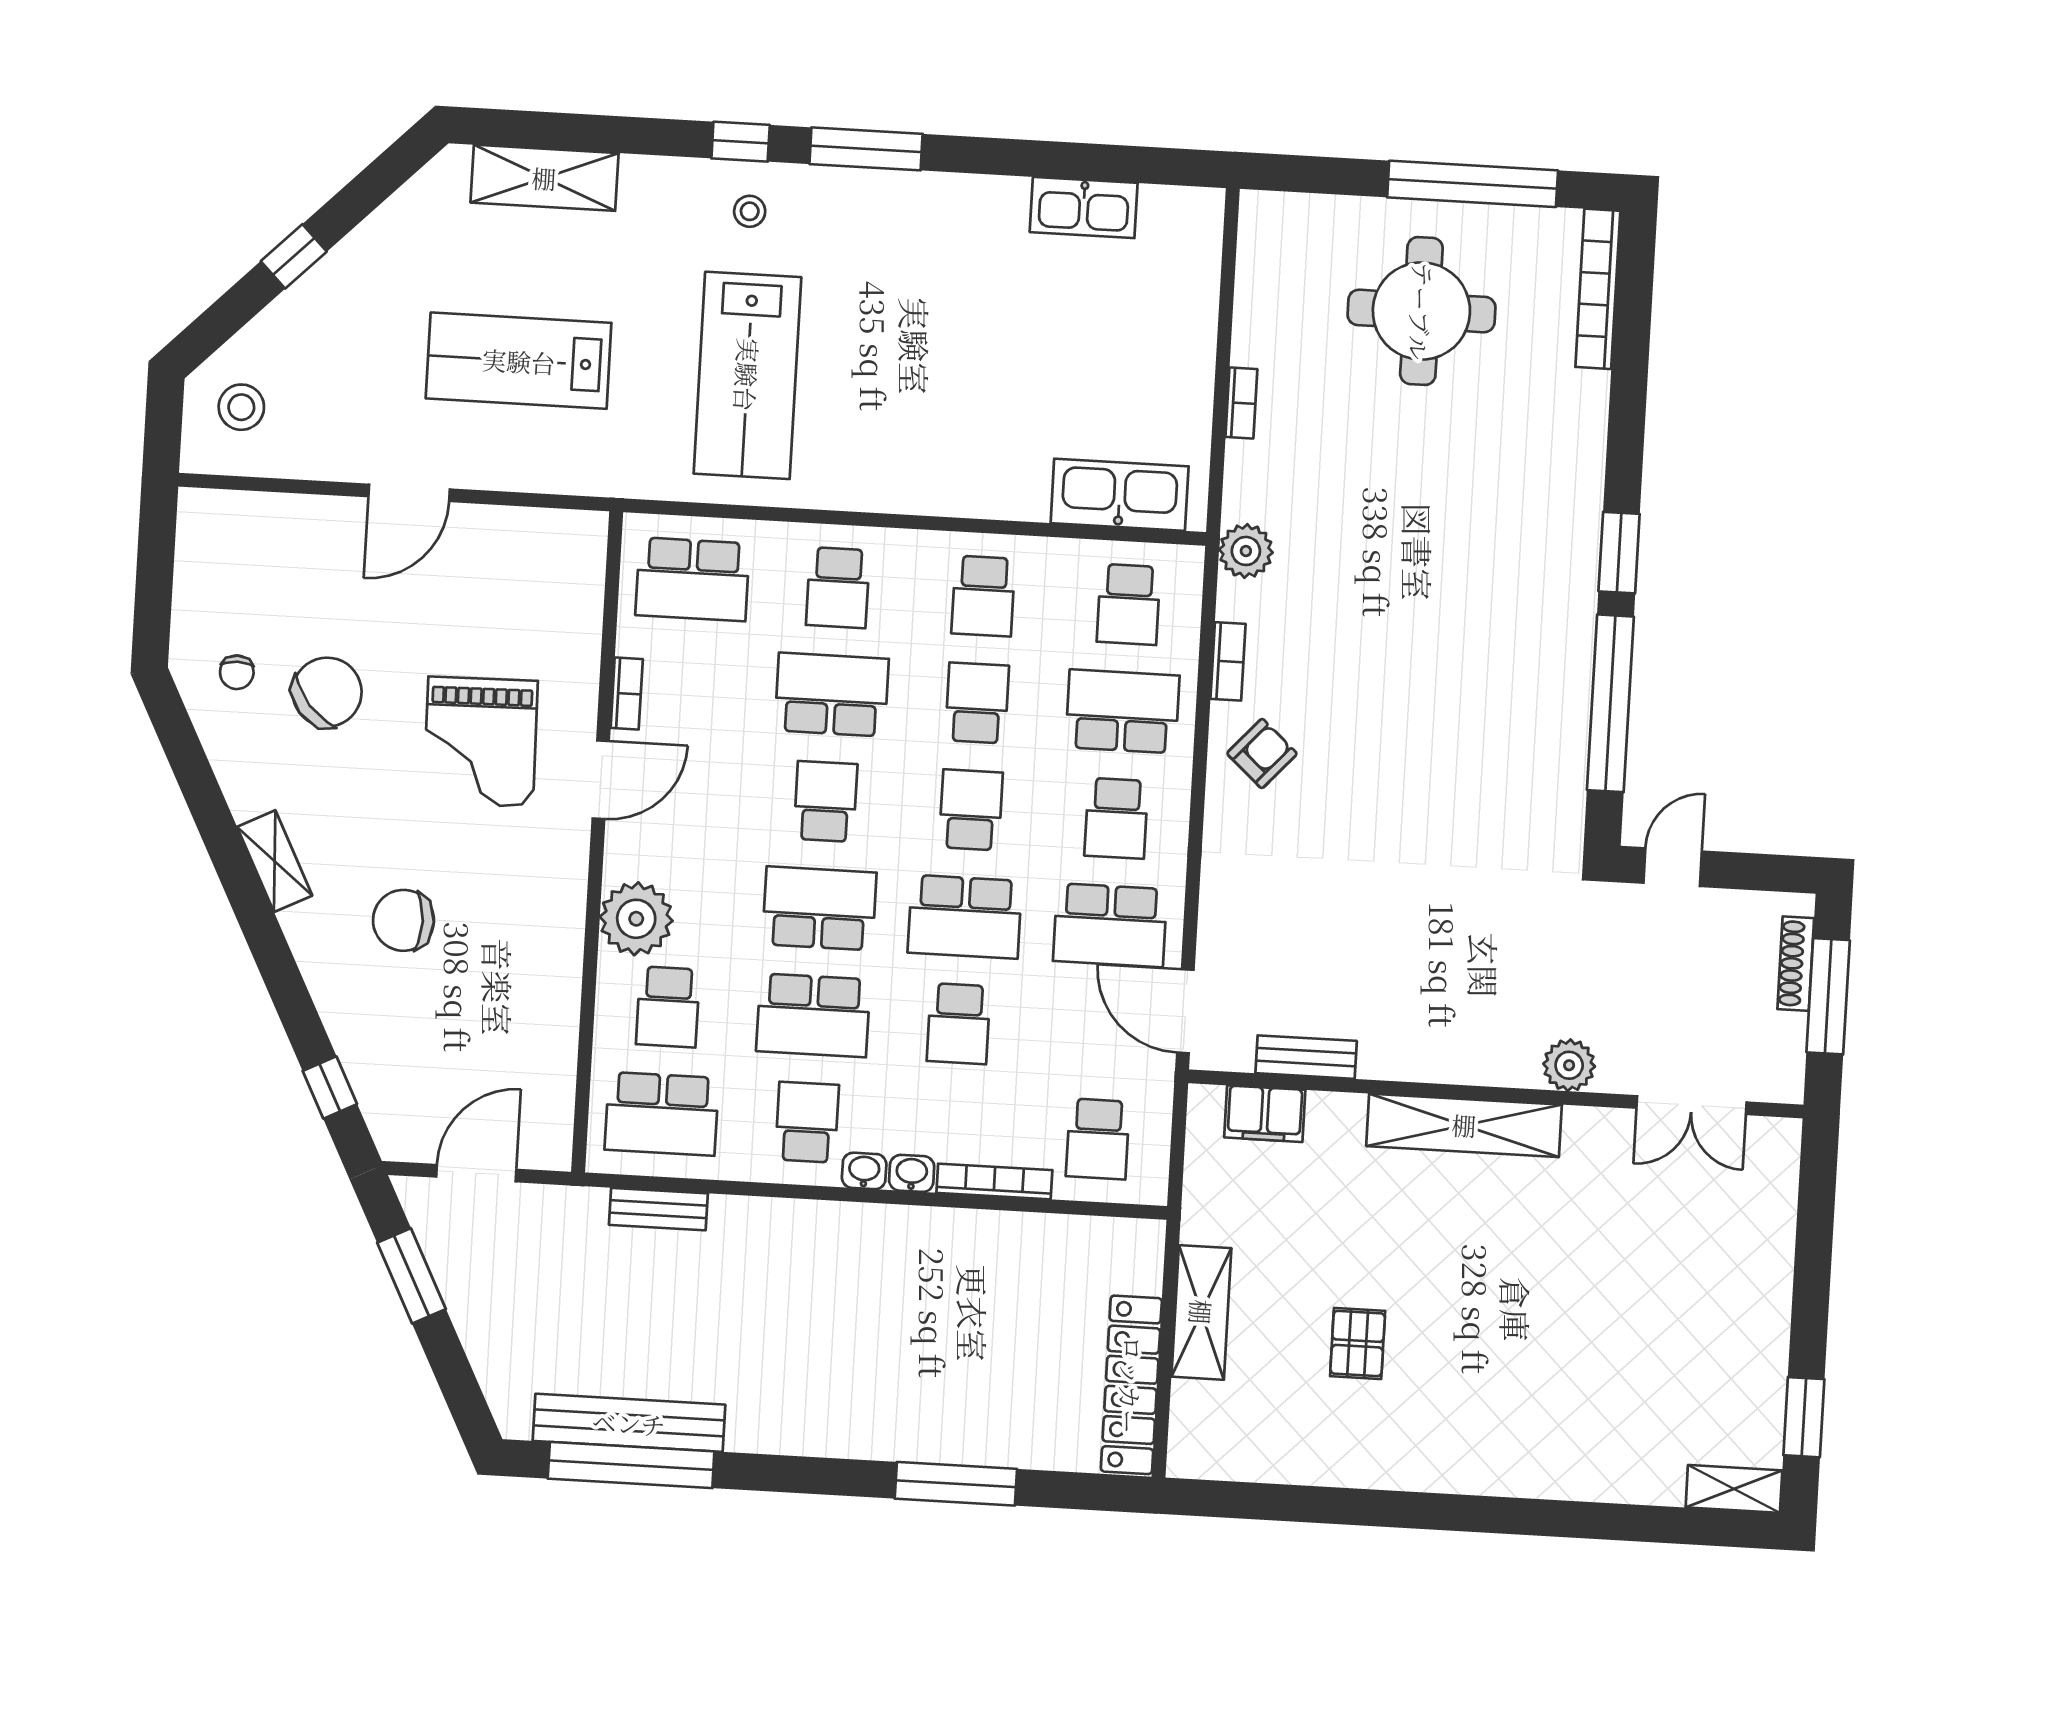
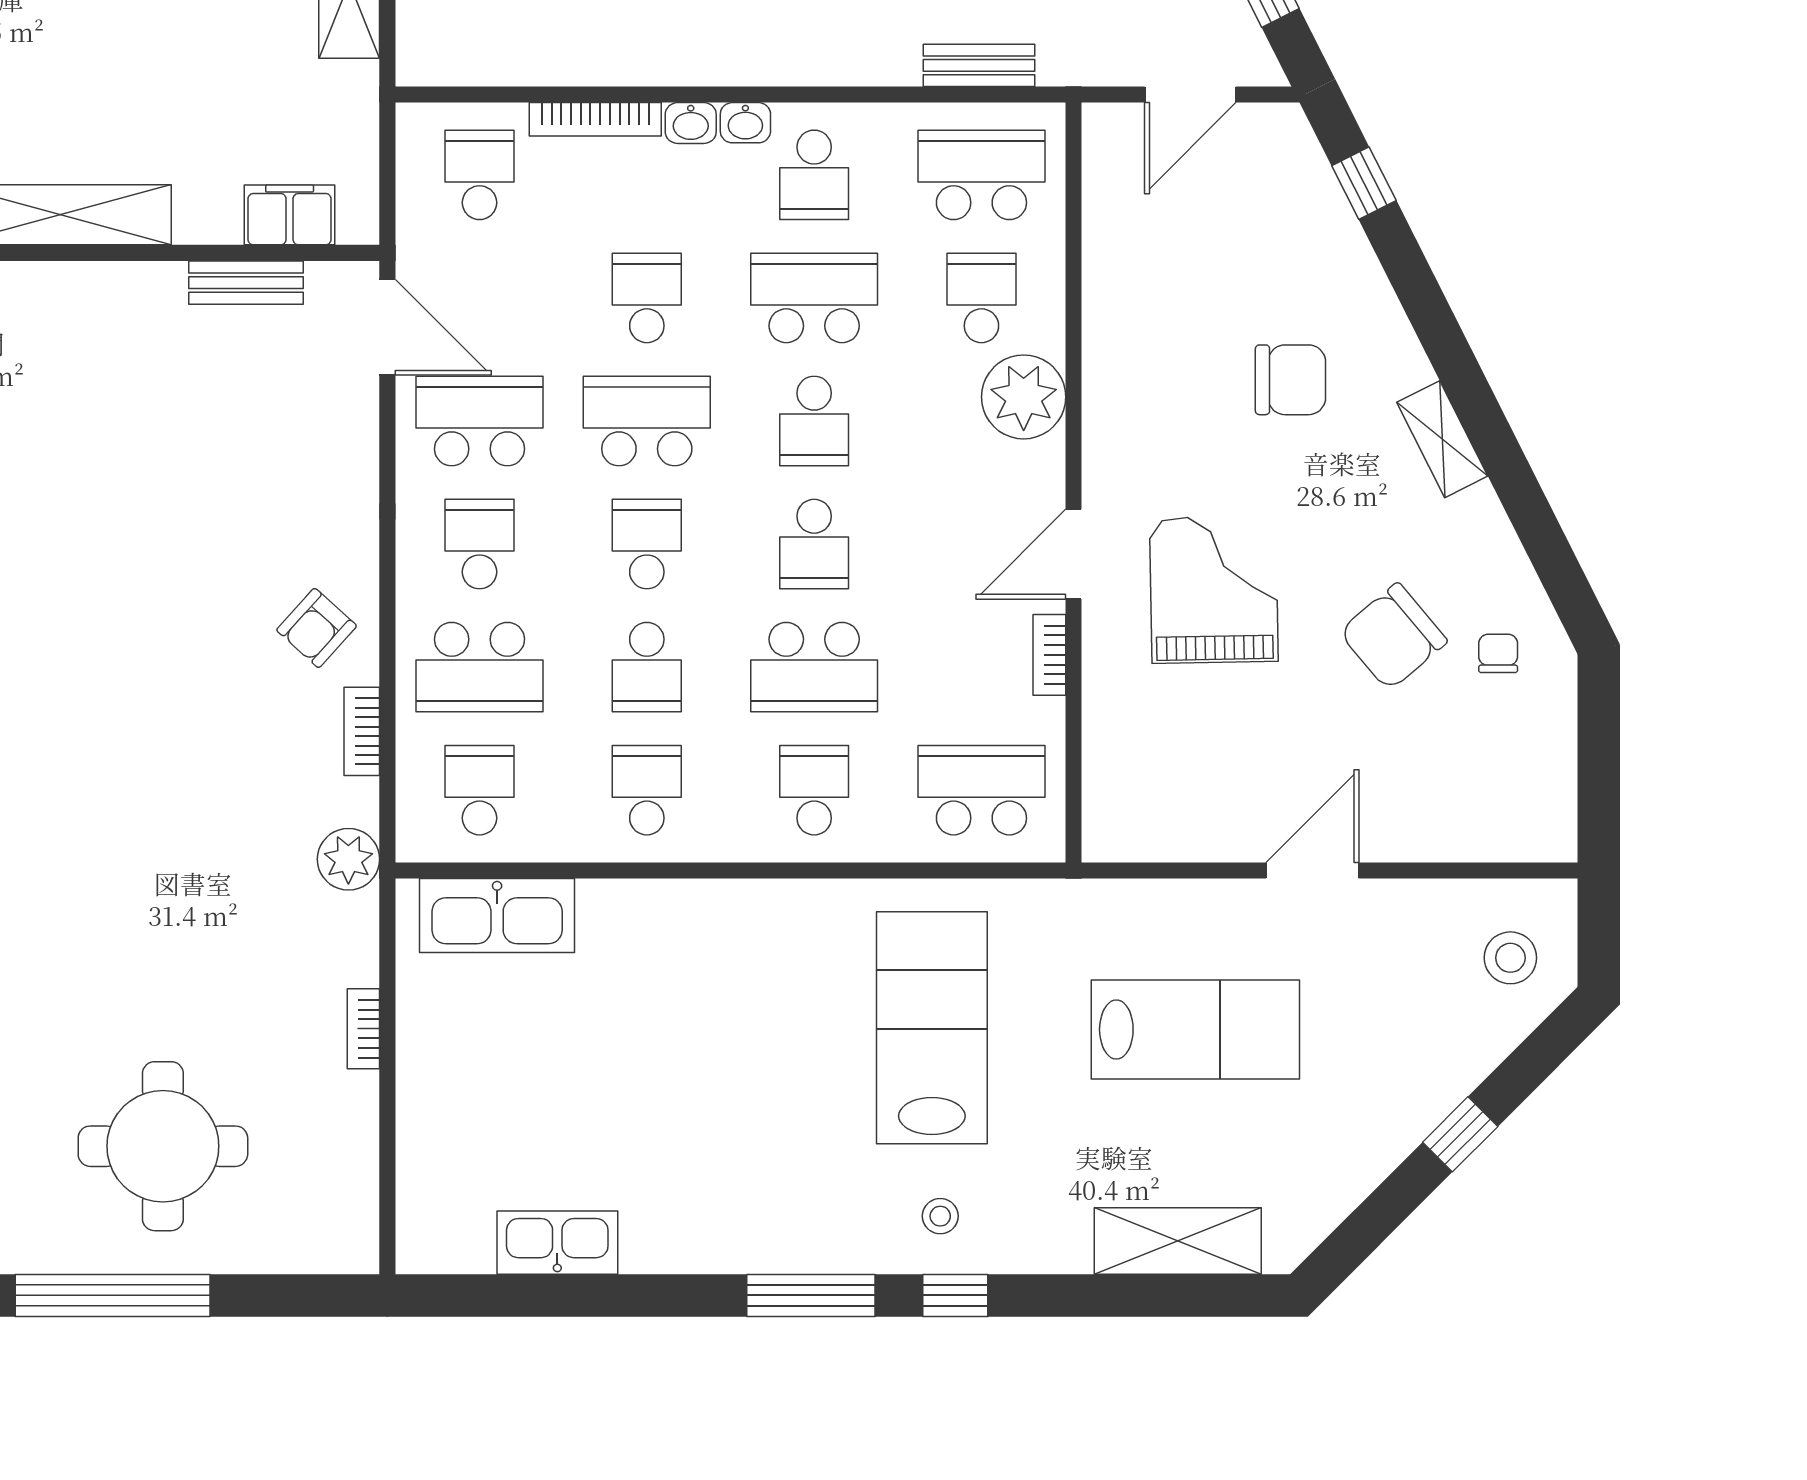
school desk: (971, 810) -> (647, 544), turned 180
school desk: (819, 908) -> (814, 421), width x0.54

